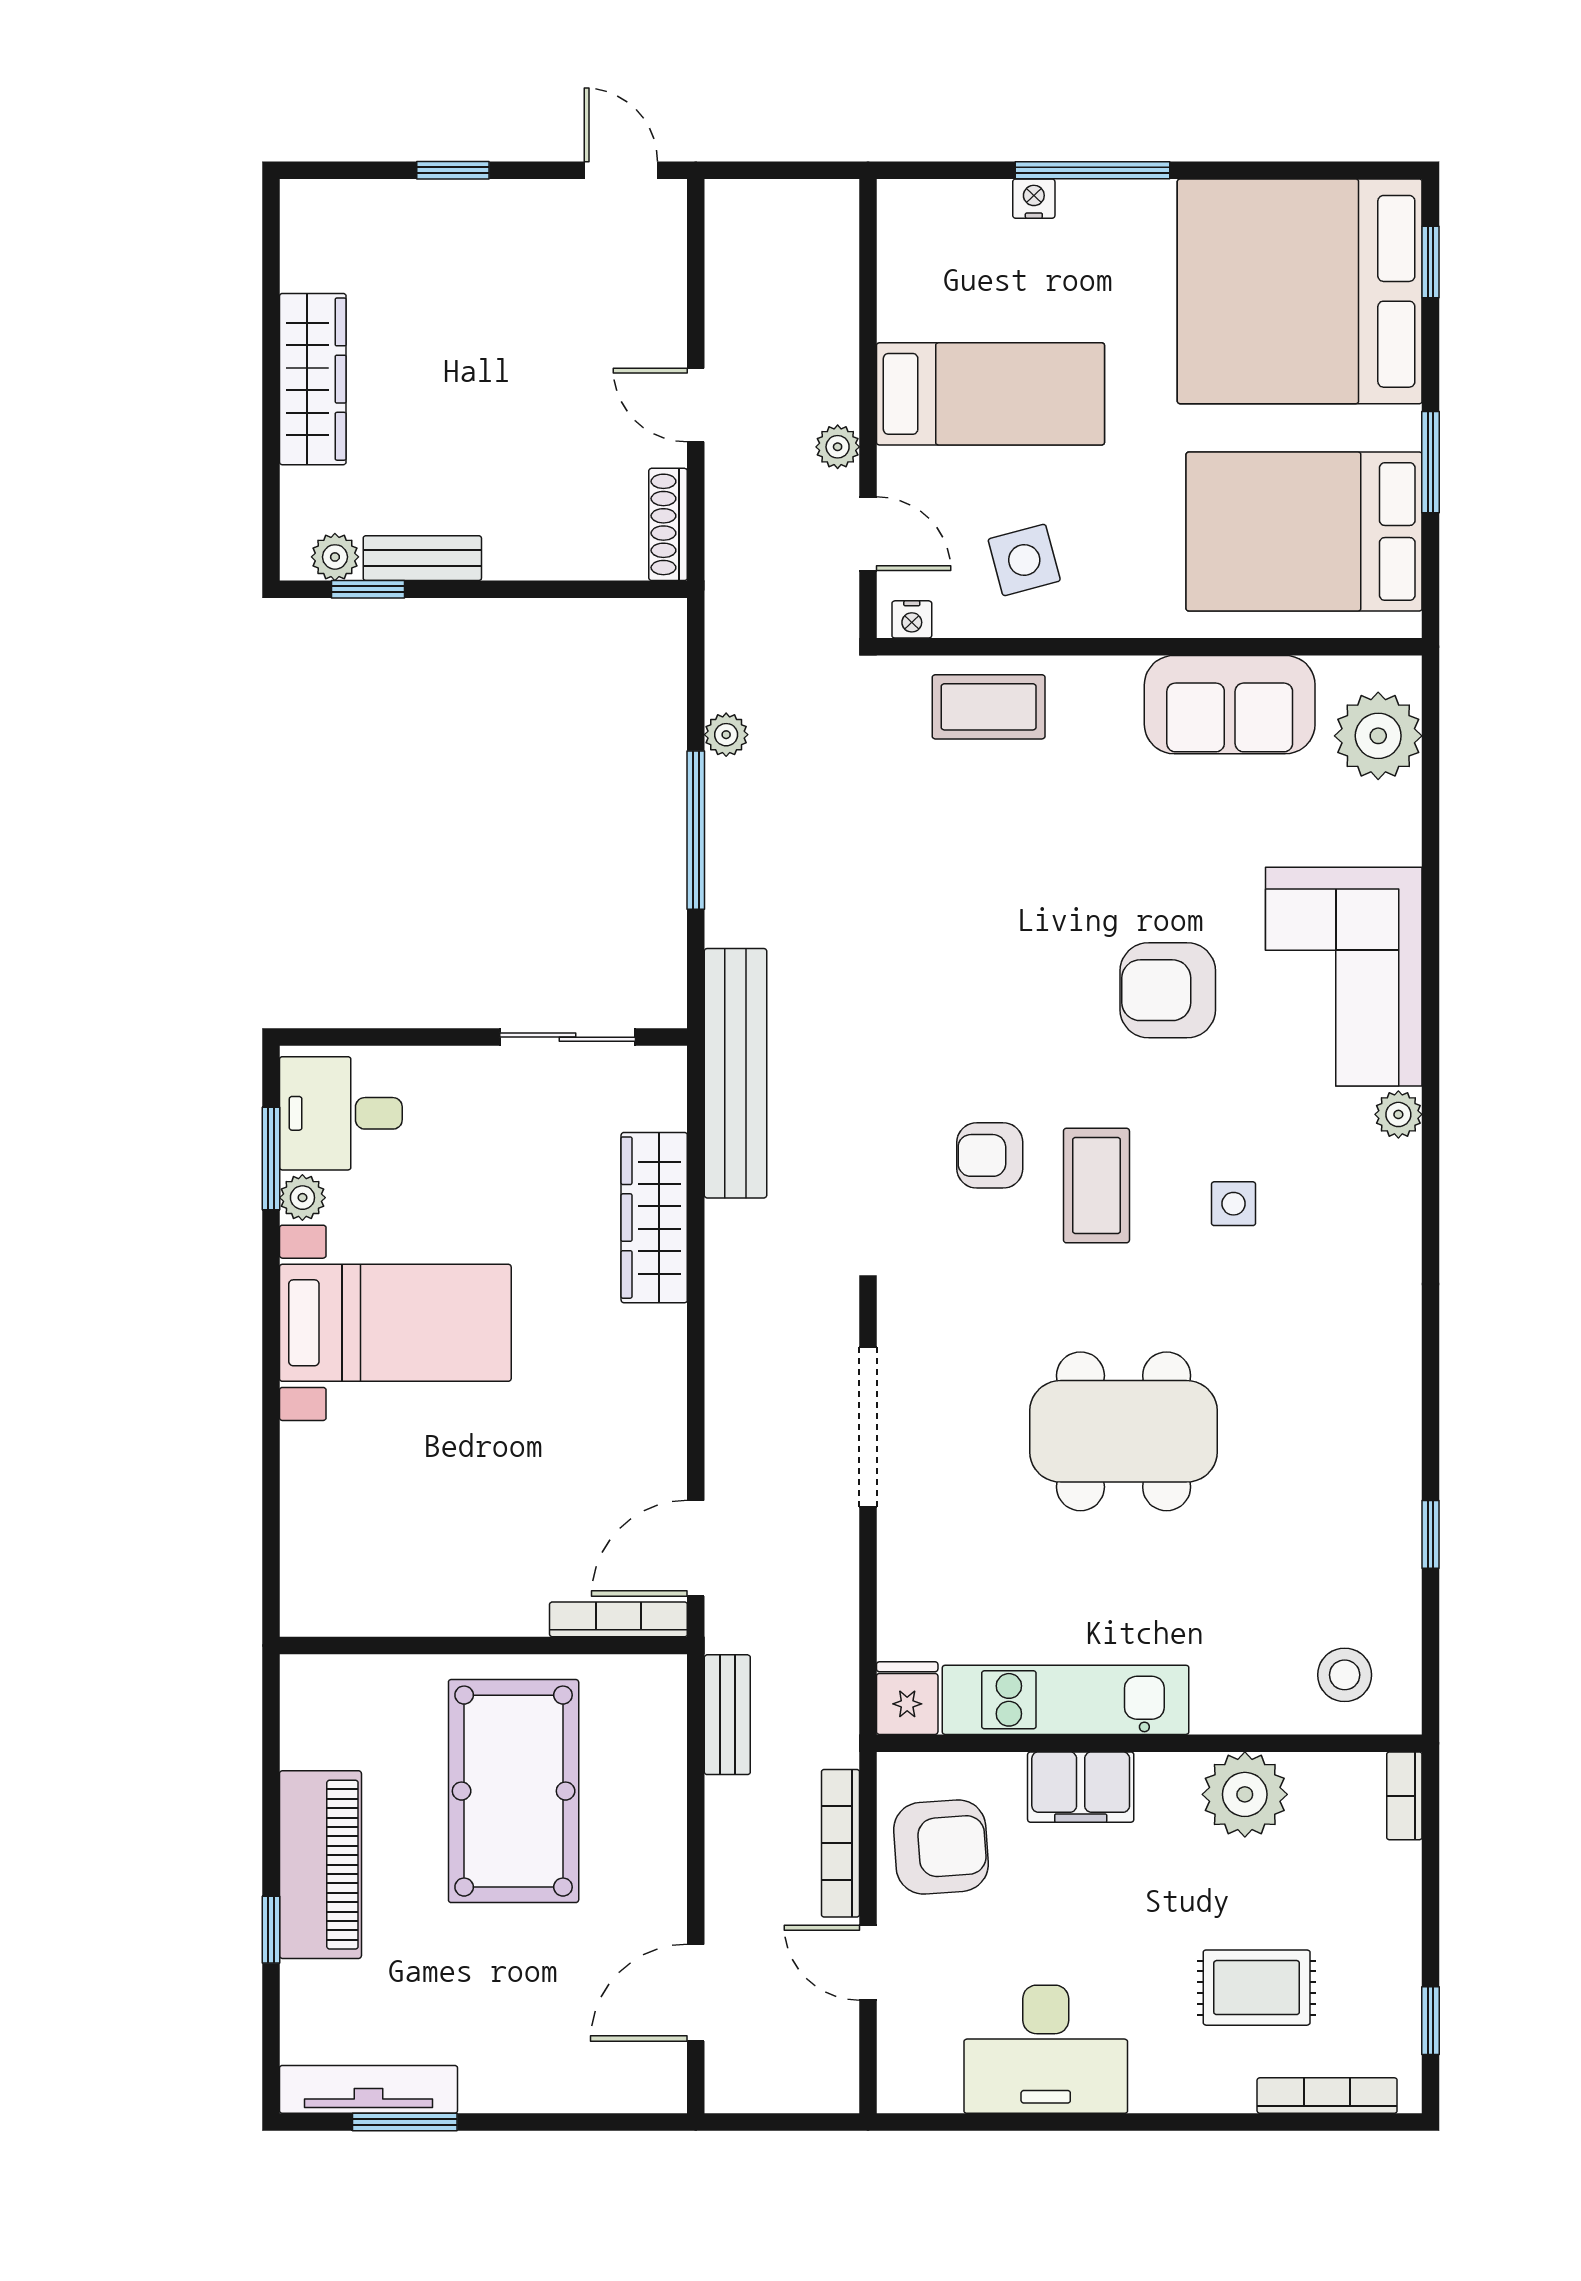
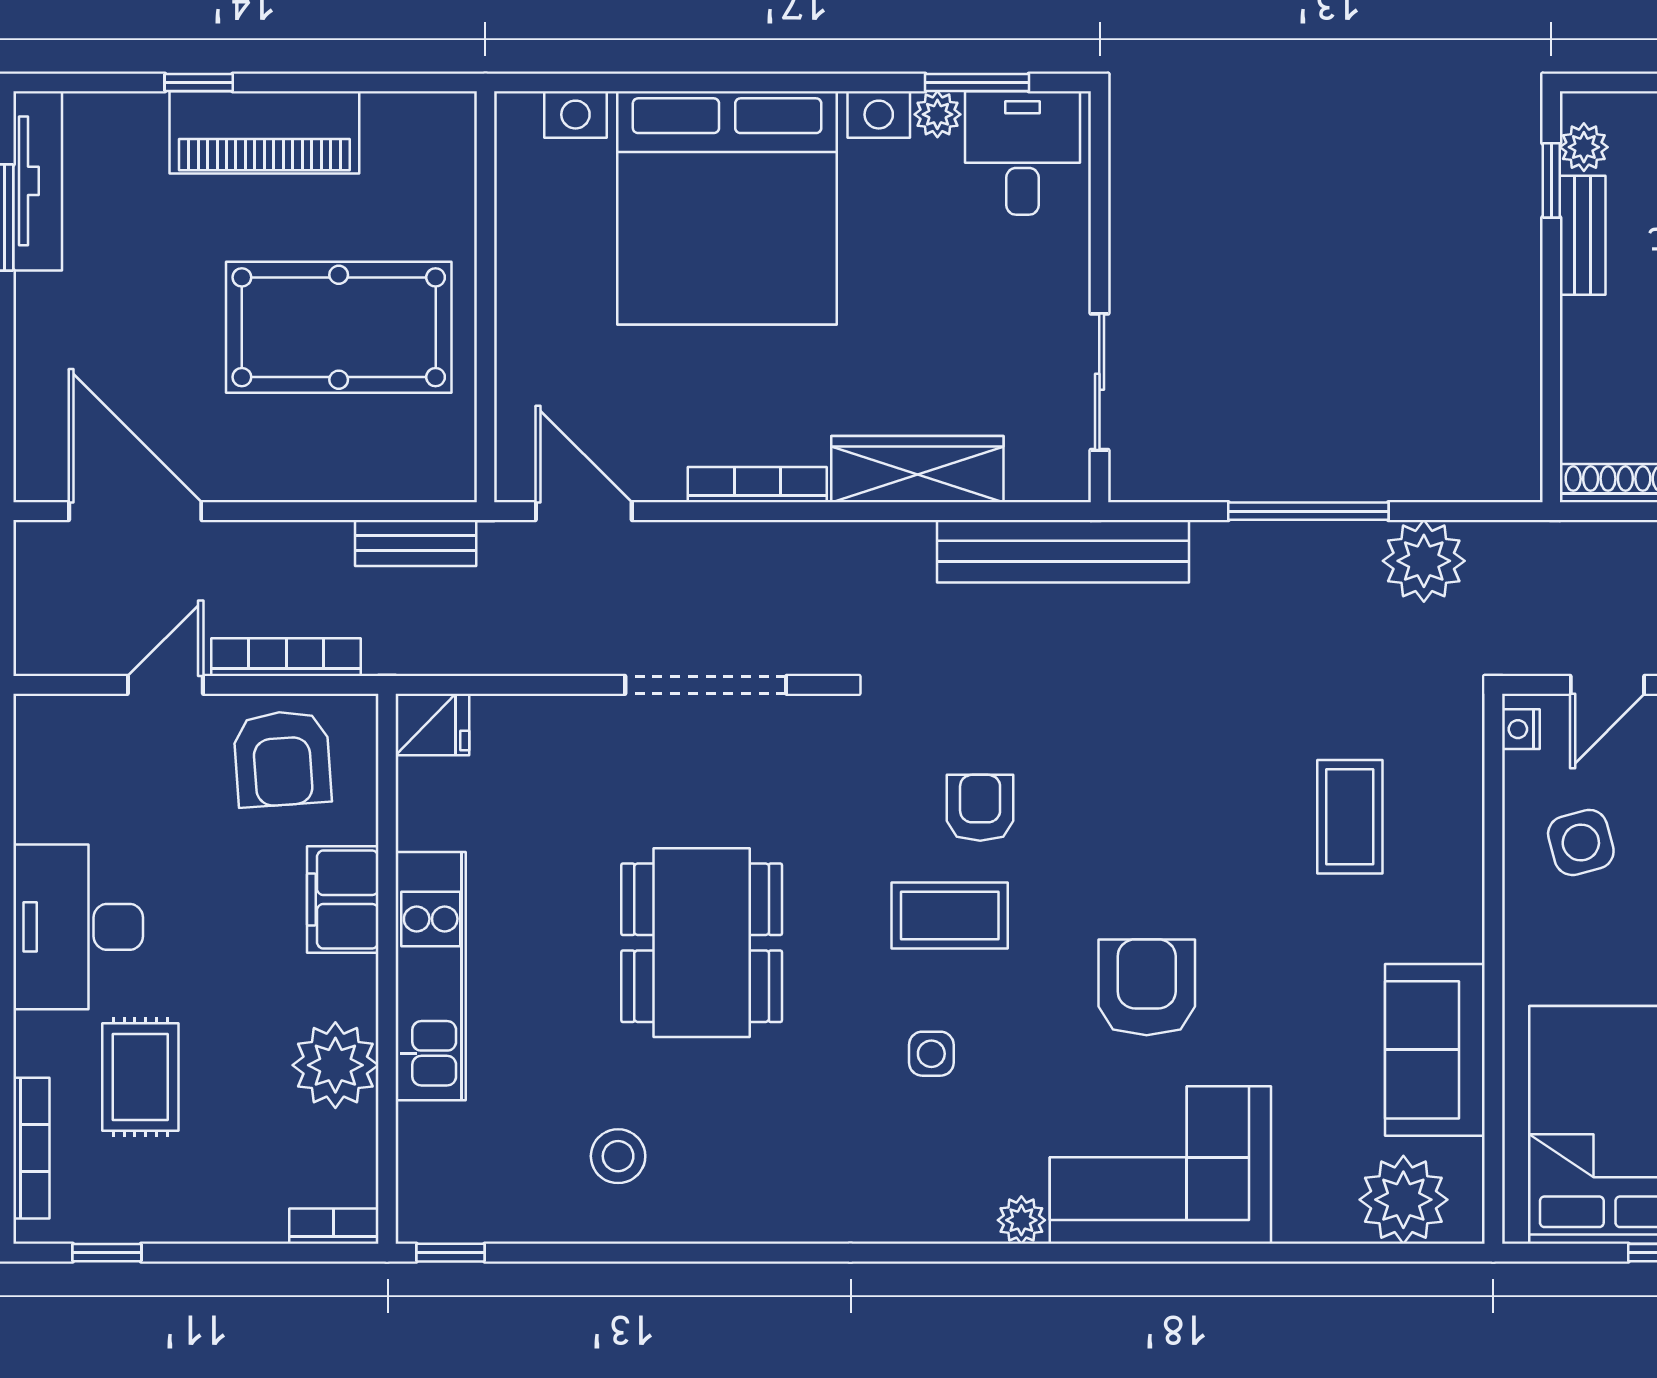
coffee table: (989, 707) -> (1350, 817), moved
plant: (726, 735) -> (1424, 561), width x1.87, depth x1.87
bed with nightstands: (395, 1323) -> (727, 208), width x1.85
window: (1431, 1534) -> (451, 1253), moved
bookcase: (618, 1619) -> (757, 485), moved, turned -90
stool: (1345, 1675) -> (618, 1156), moved
kitchen unit: (1066, 1700) -> (431, 976), moved
door: (696, 1993) -> (135, 511), width x1.36
desk: (1046, 2049) -> (78, 927), moved

